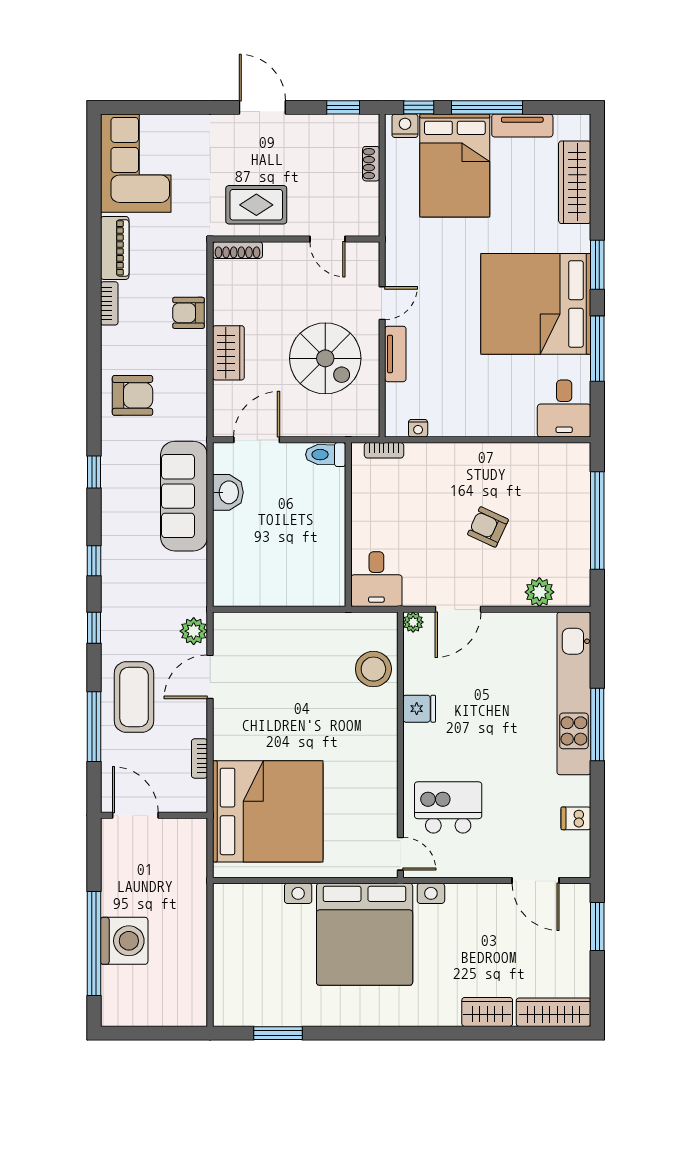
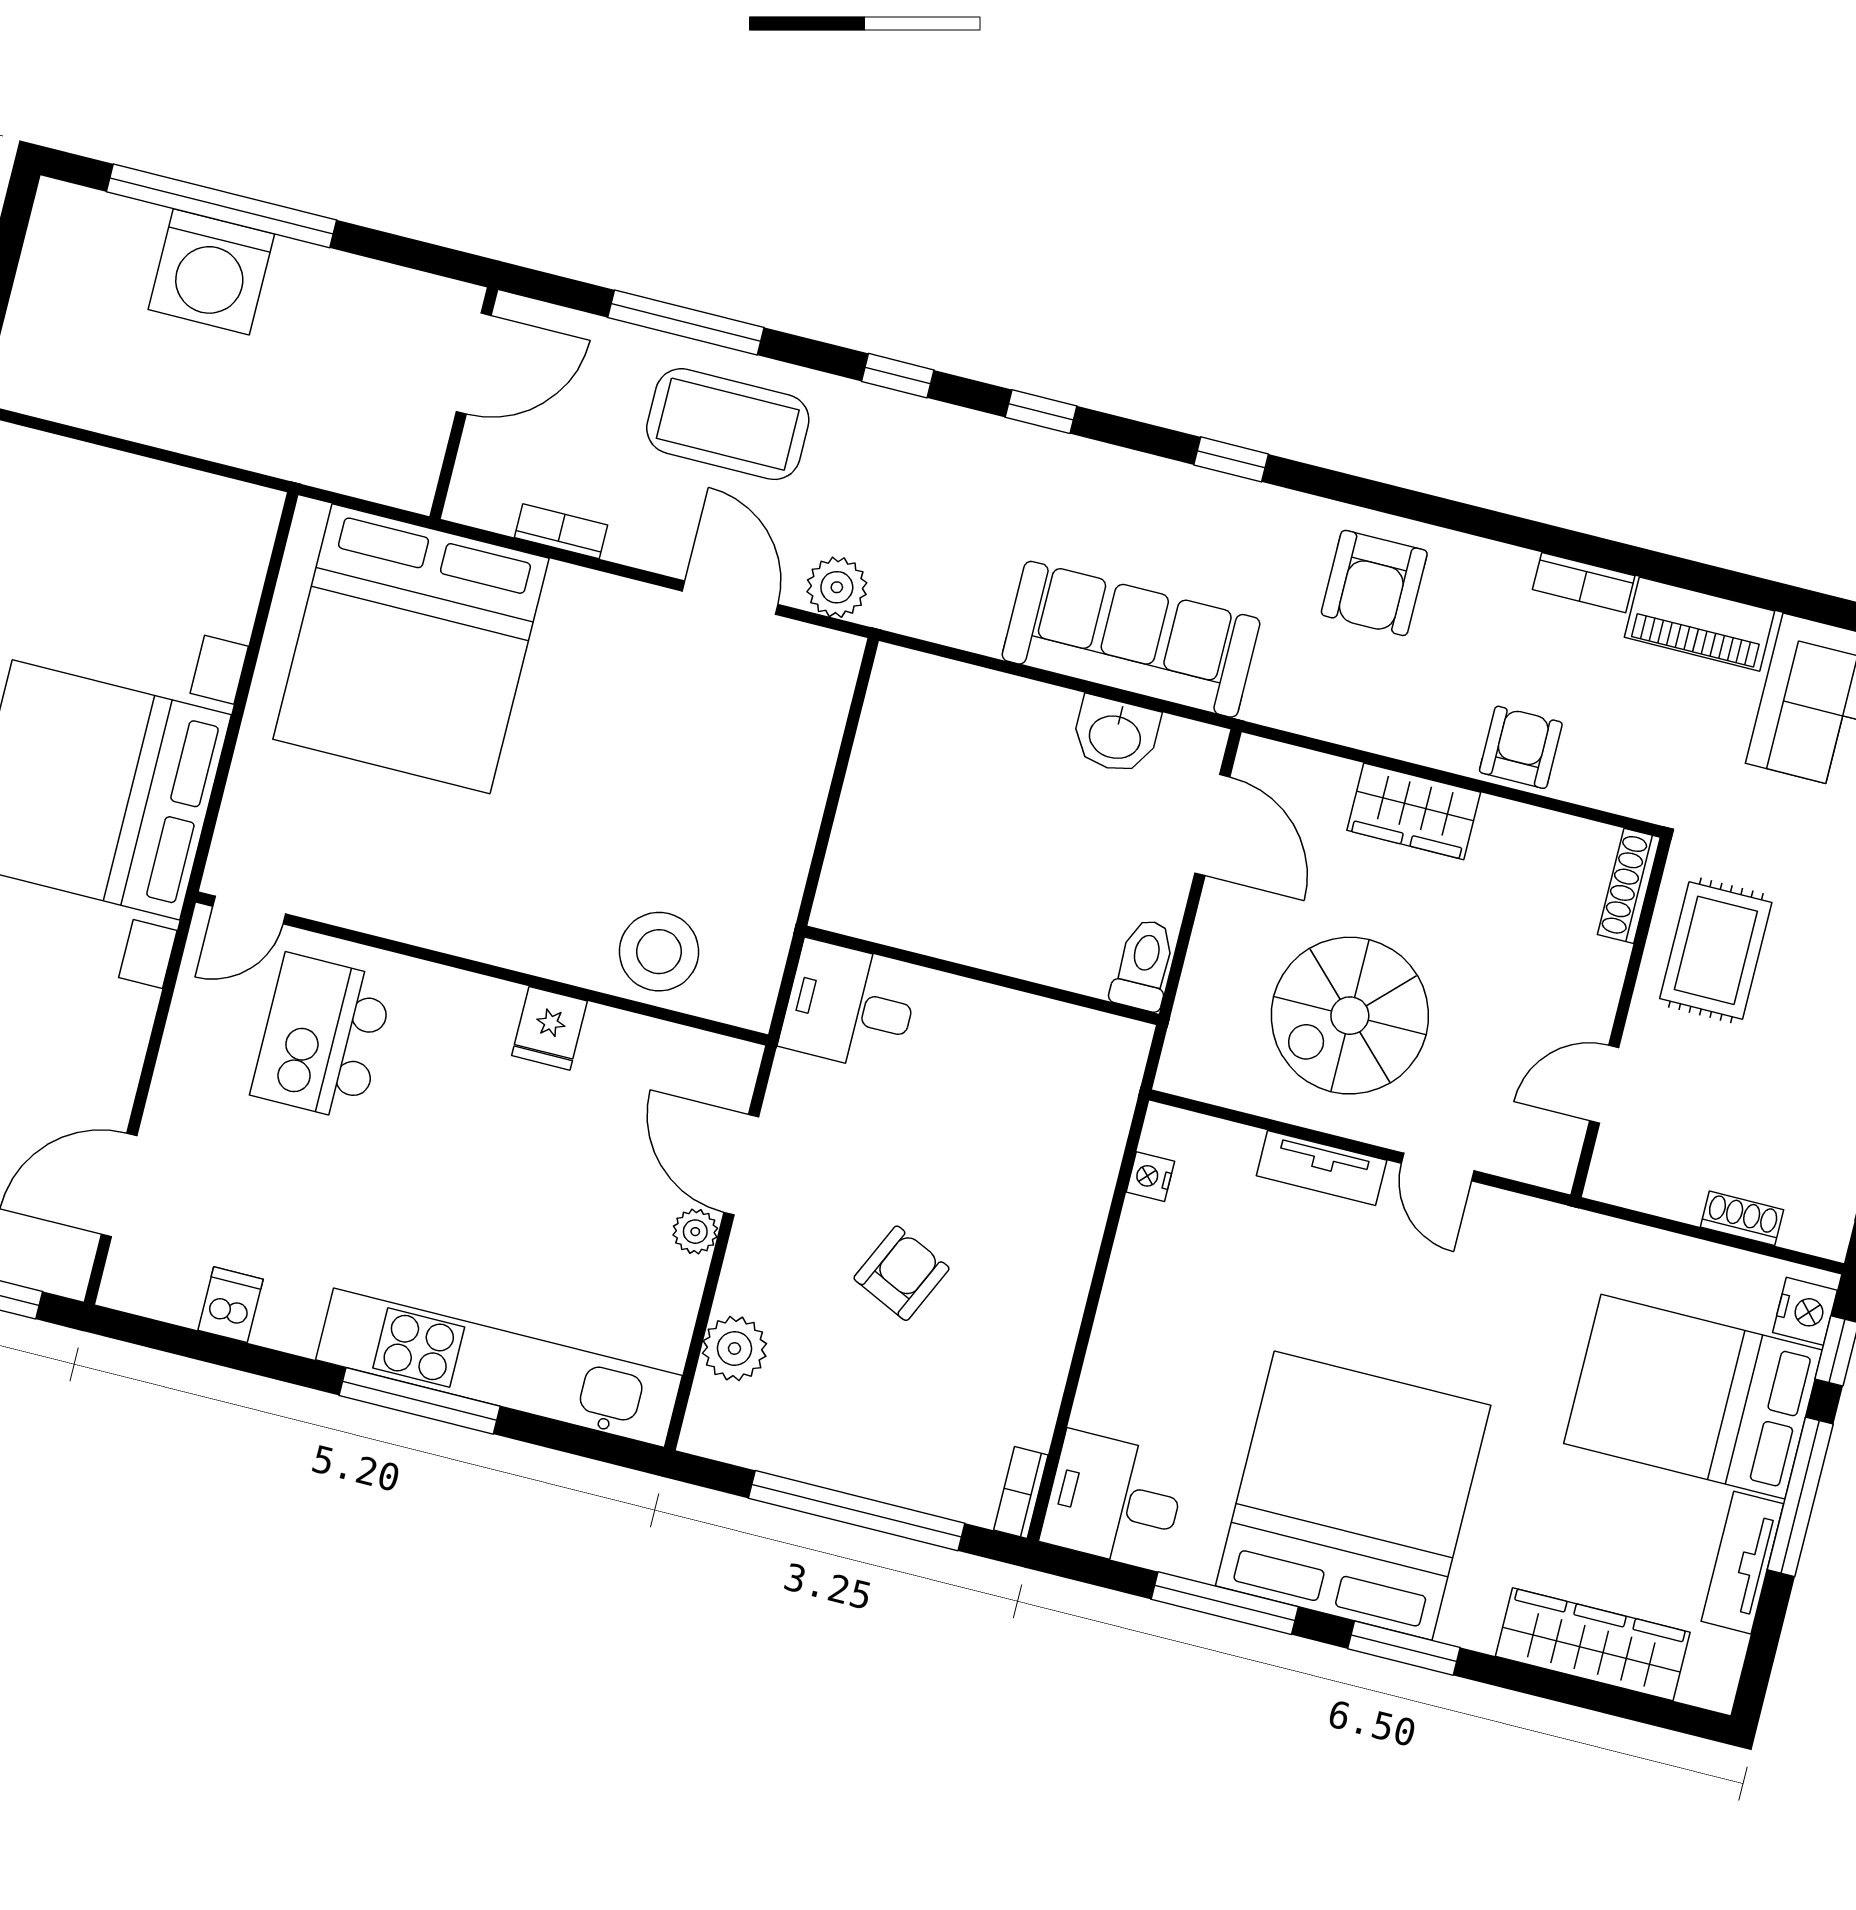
bookcase: (384, 450) -> (1021, 1493), moved
plant: (413, 622) -> (695, 1232), moved
kitchen island: (448, 807) -> (322, 1037), turned 180

